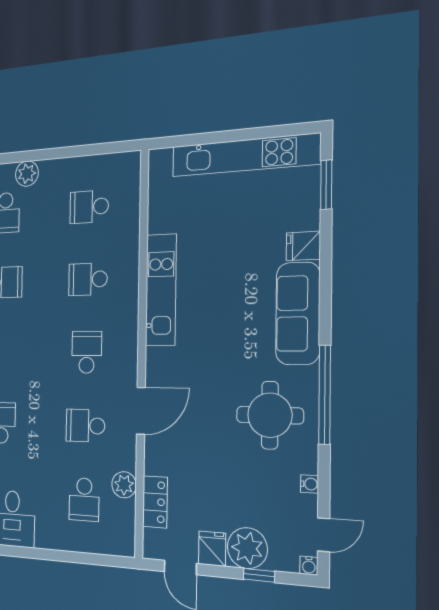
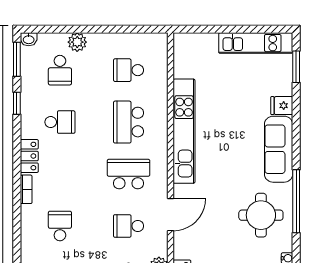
kitchen unit: (245, 155) -> (256, 43), width x0.73
school desk: (88, 279) -> (129, 122), width x1.85
kitchen unit: (161, 290) -> (184, 131), width x1.36
school desk: (87, 352) -> (129, 174), width x1.85

